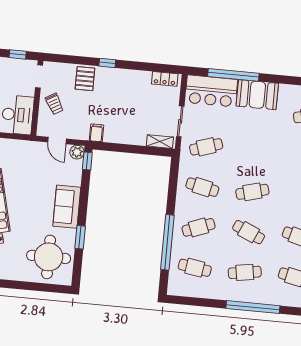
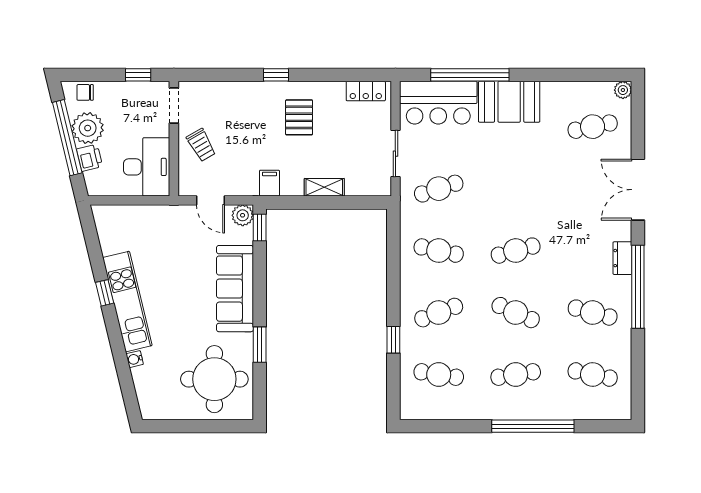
pallet: (85, 79) -> (299, 117), moved
shelving: (160, 142) -> (324, 187), moved
sofa: (67, 207) -> (235, 289), width x1.36
window: (167, 242) -> (393, 340), width x0.32

